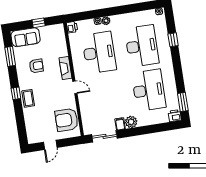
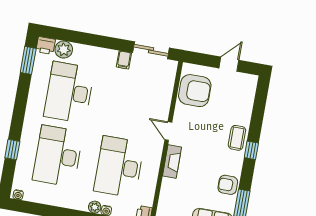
armchair: (36, 66) -> (228, 185), moved
plant: (131, 122) -> (64, 50), moved

